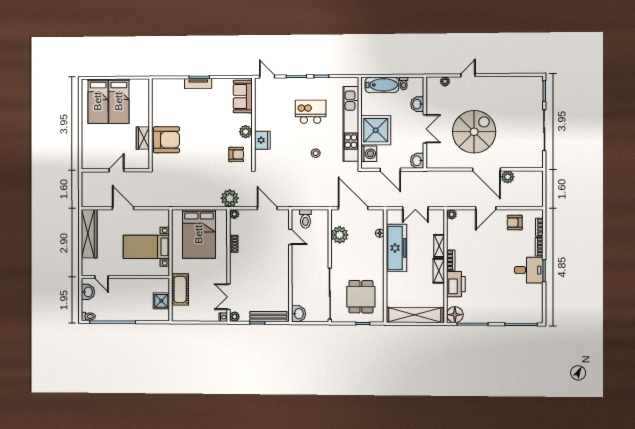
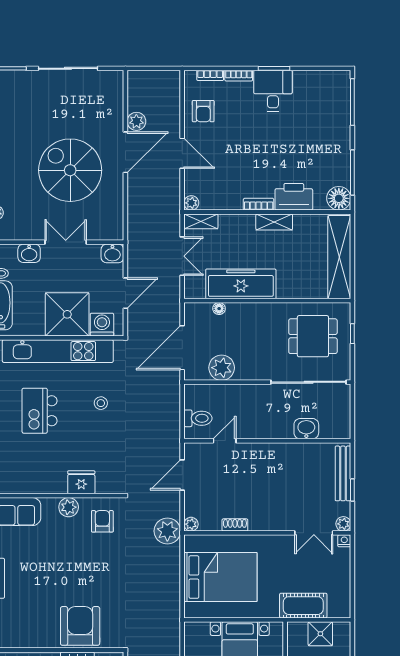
shelving: (439, 246) -> (201, 221), moved
washbasin: (298, 314) -> (306, 429), moved

